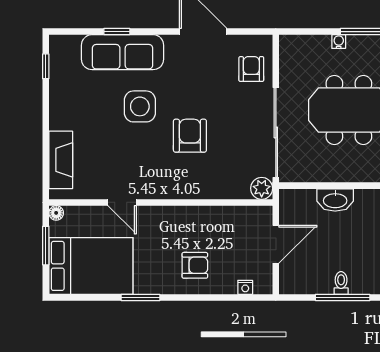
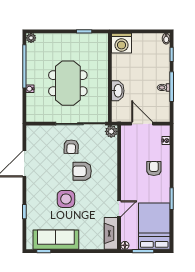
sofa: (123, 52) -> (56, 240), moved, turned -90
armchair: (251, 69) -> (71, 147), moved, turned -88
fireplace: (61, 160) -> (111, 233), moved, turned -90

